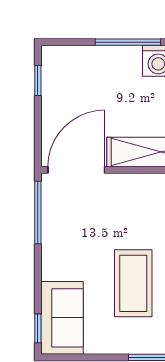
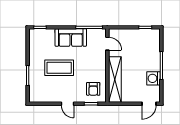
door: (76, 170) -> (107, 44), width x0.53
sofa: (62, 318) -> (71, 38), moved

